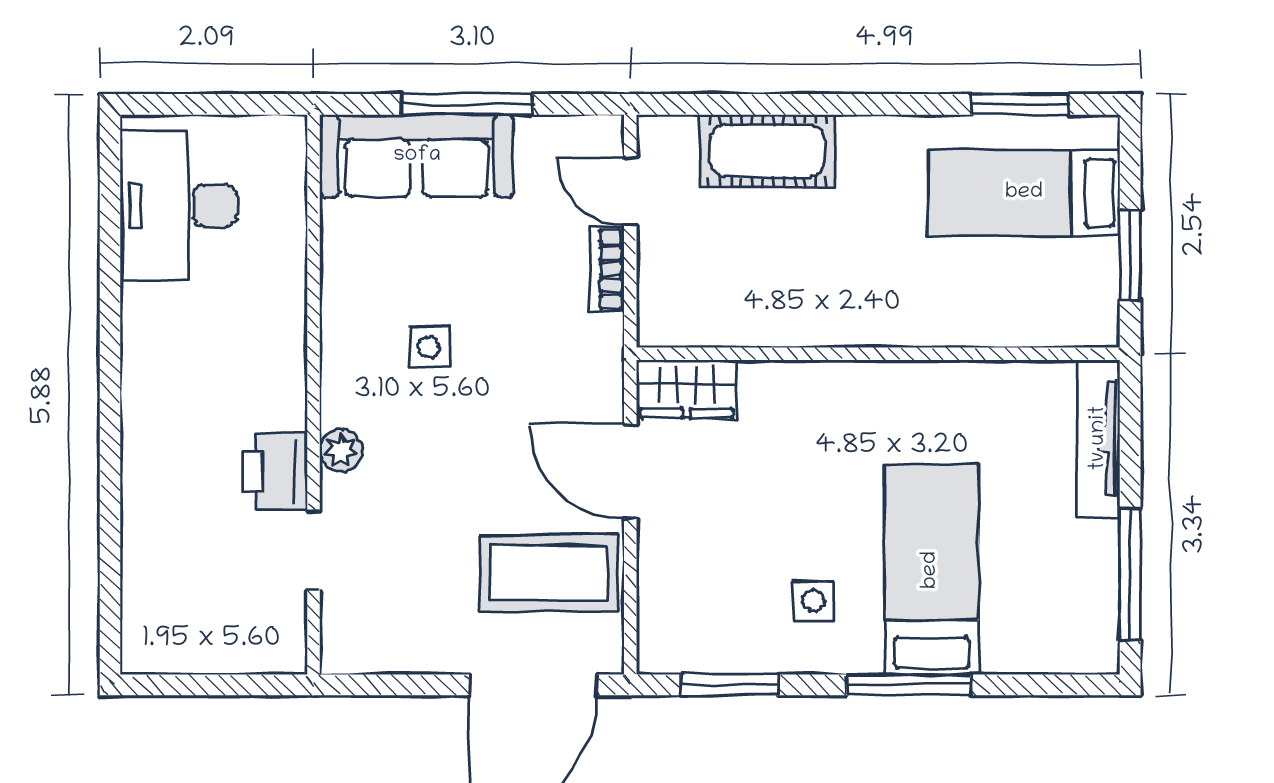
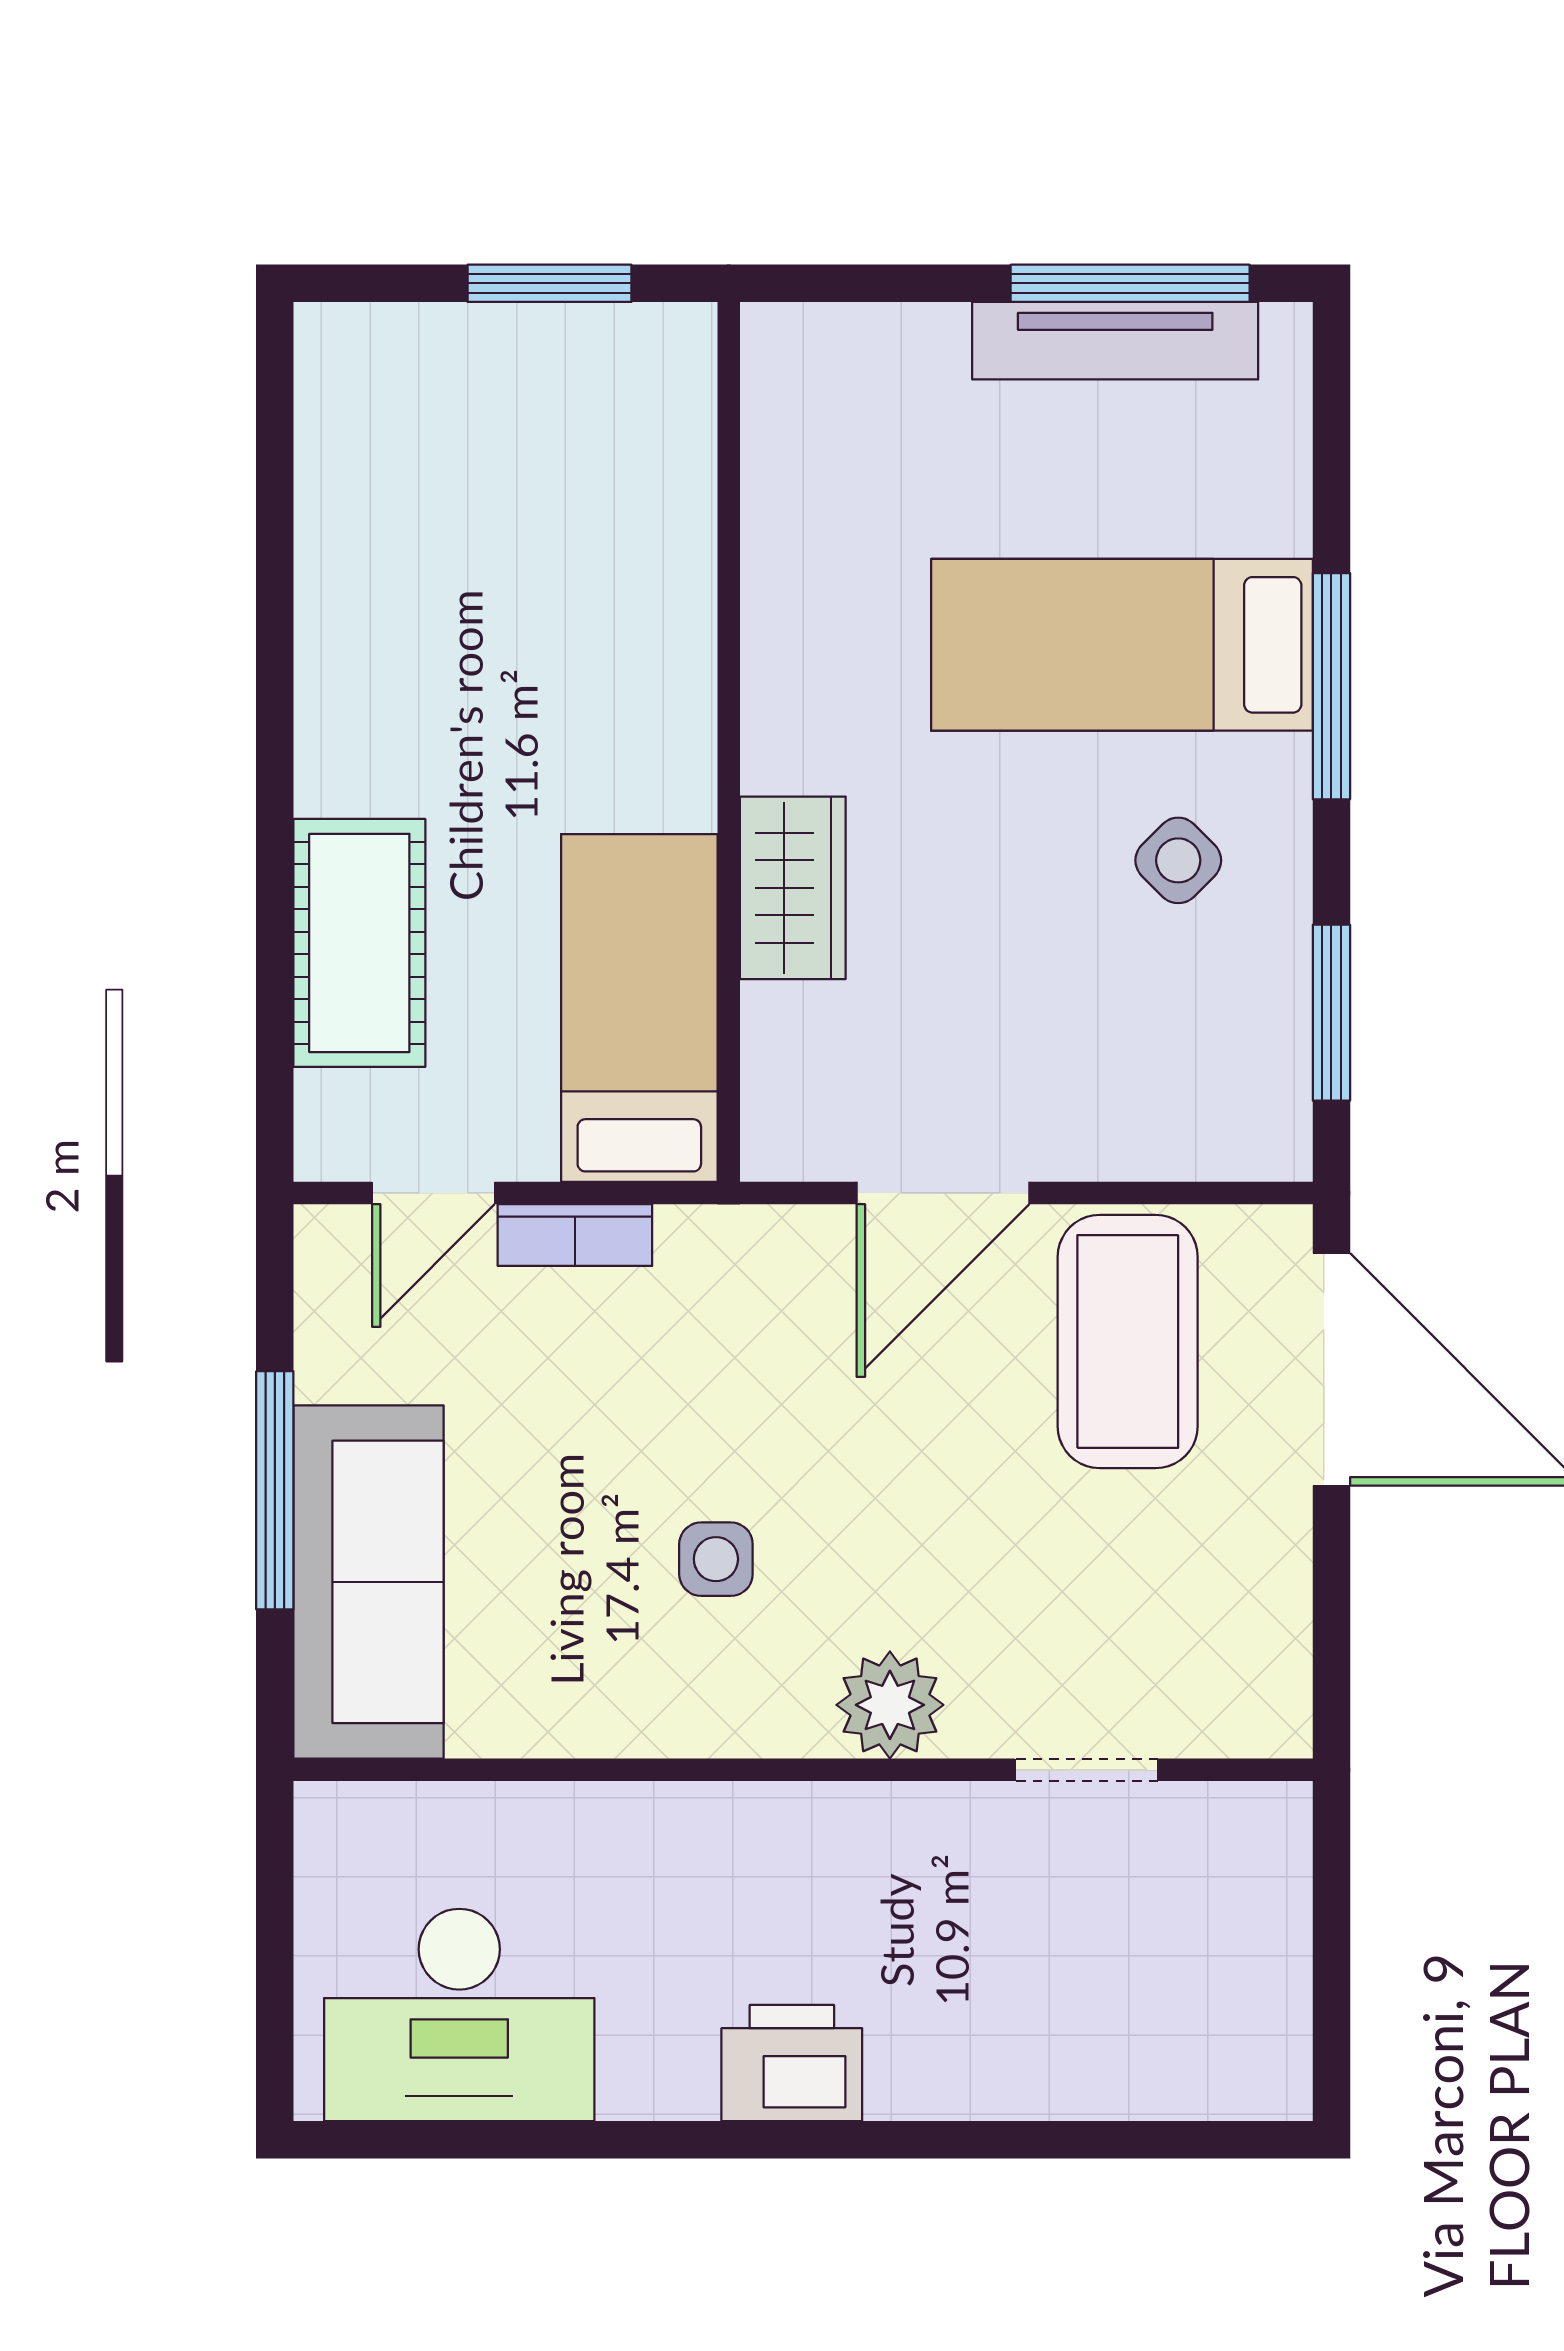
window: (1020, 104) -> (275, 483), removed
bed: (1024, 193) -> (639, 1008), moved, turned 180
wardrobe: (687, 389) -> (793, 888), moved
tv unit: (1099, 438) -> (1115, 341), moved
plant: (341, 450) -> (890, 1705), width x1.38, depth x1.38
printer: (275, 471) -> (792, 2063), moved, turned 180
side table: (813, 601) -> (1178, 860), turned 45

